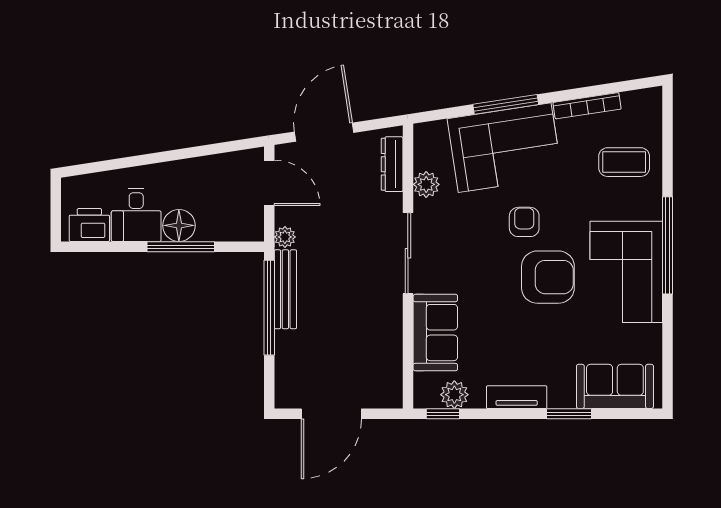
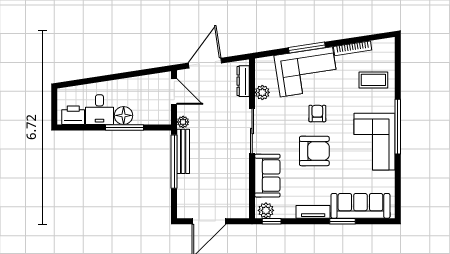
armchair: (548, 277) -> (314, 151), moved
sofa: (615, 386) -> (360, 206), width x1.36
plant: (454, 395) -> (266, 210), moved

